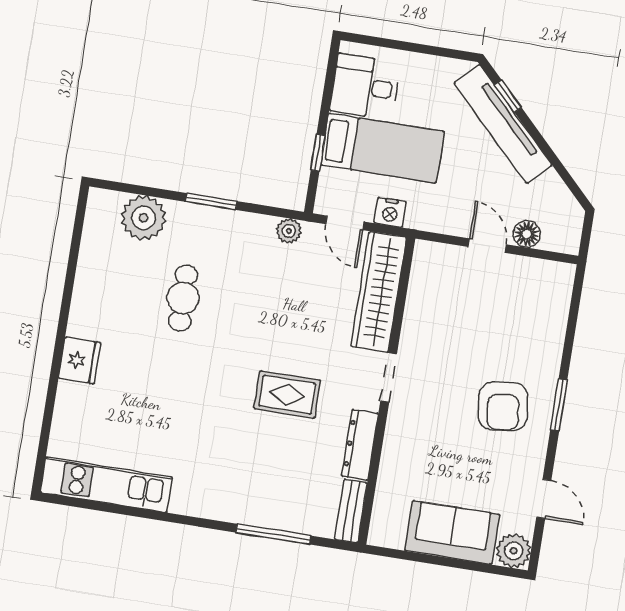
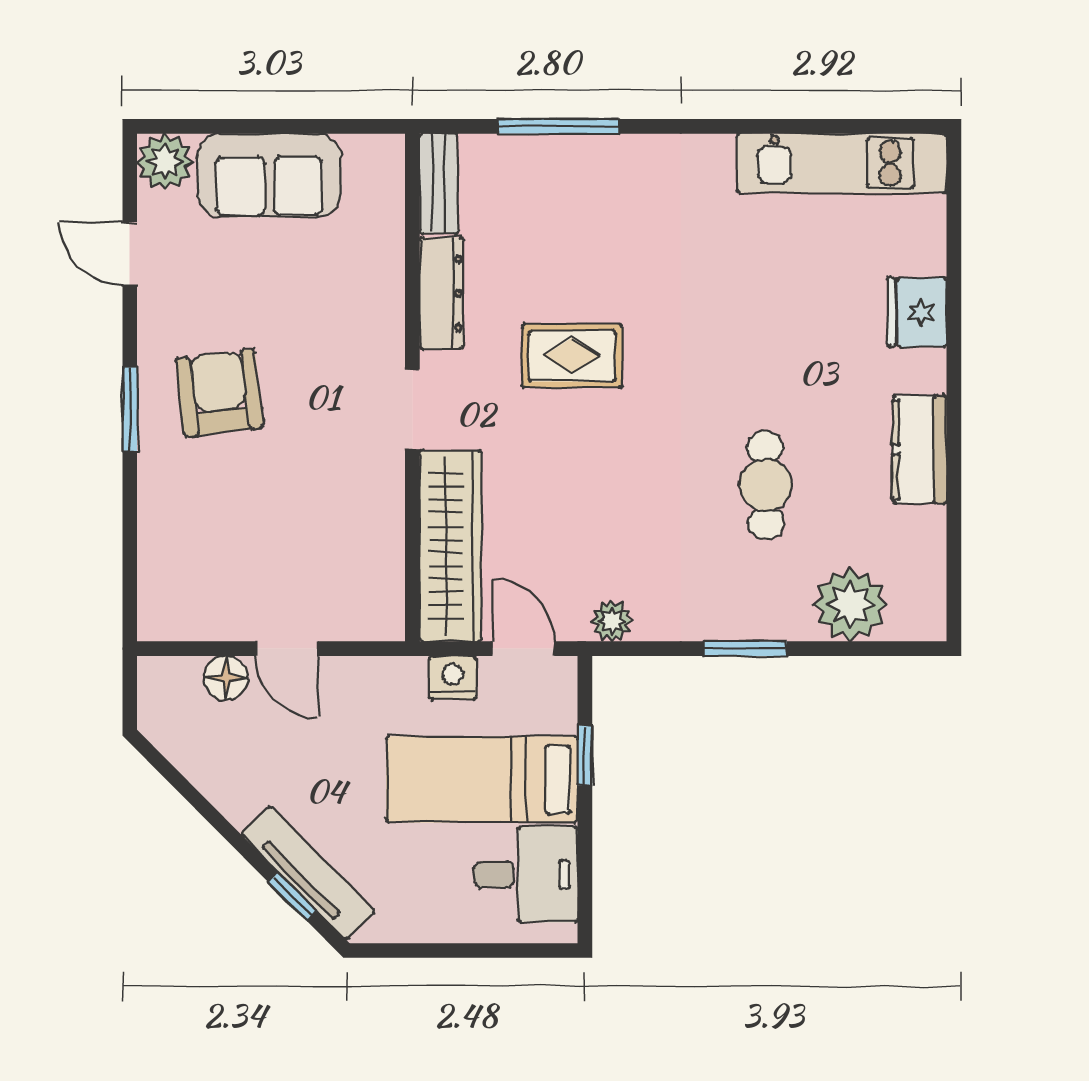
tv unit: (503, 124) -> (308, 873), width x0.73, depth x0.78
kitchen counter: (87, 305) -> (920, 450), added
fridge: (80, 360) -> (917, 312), moved

